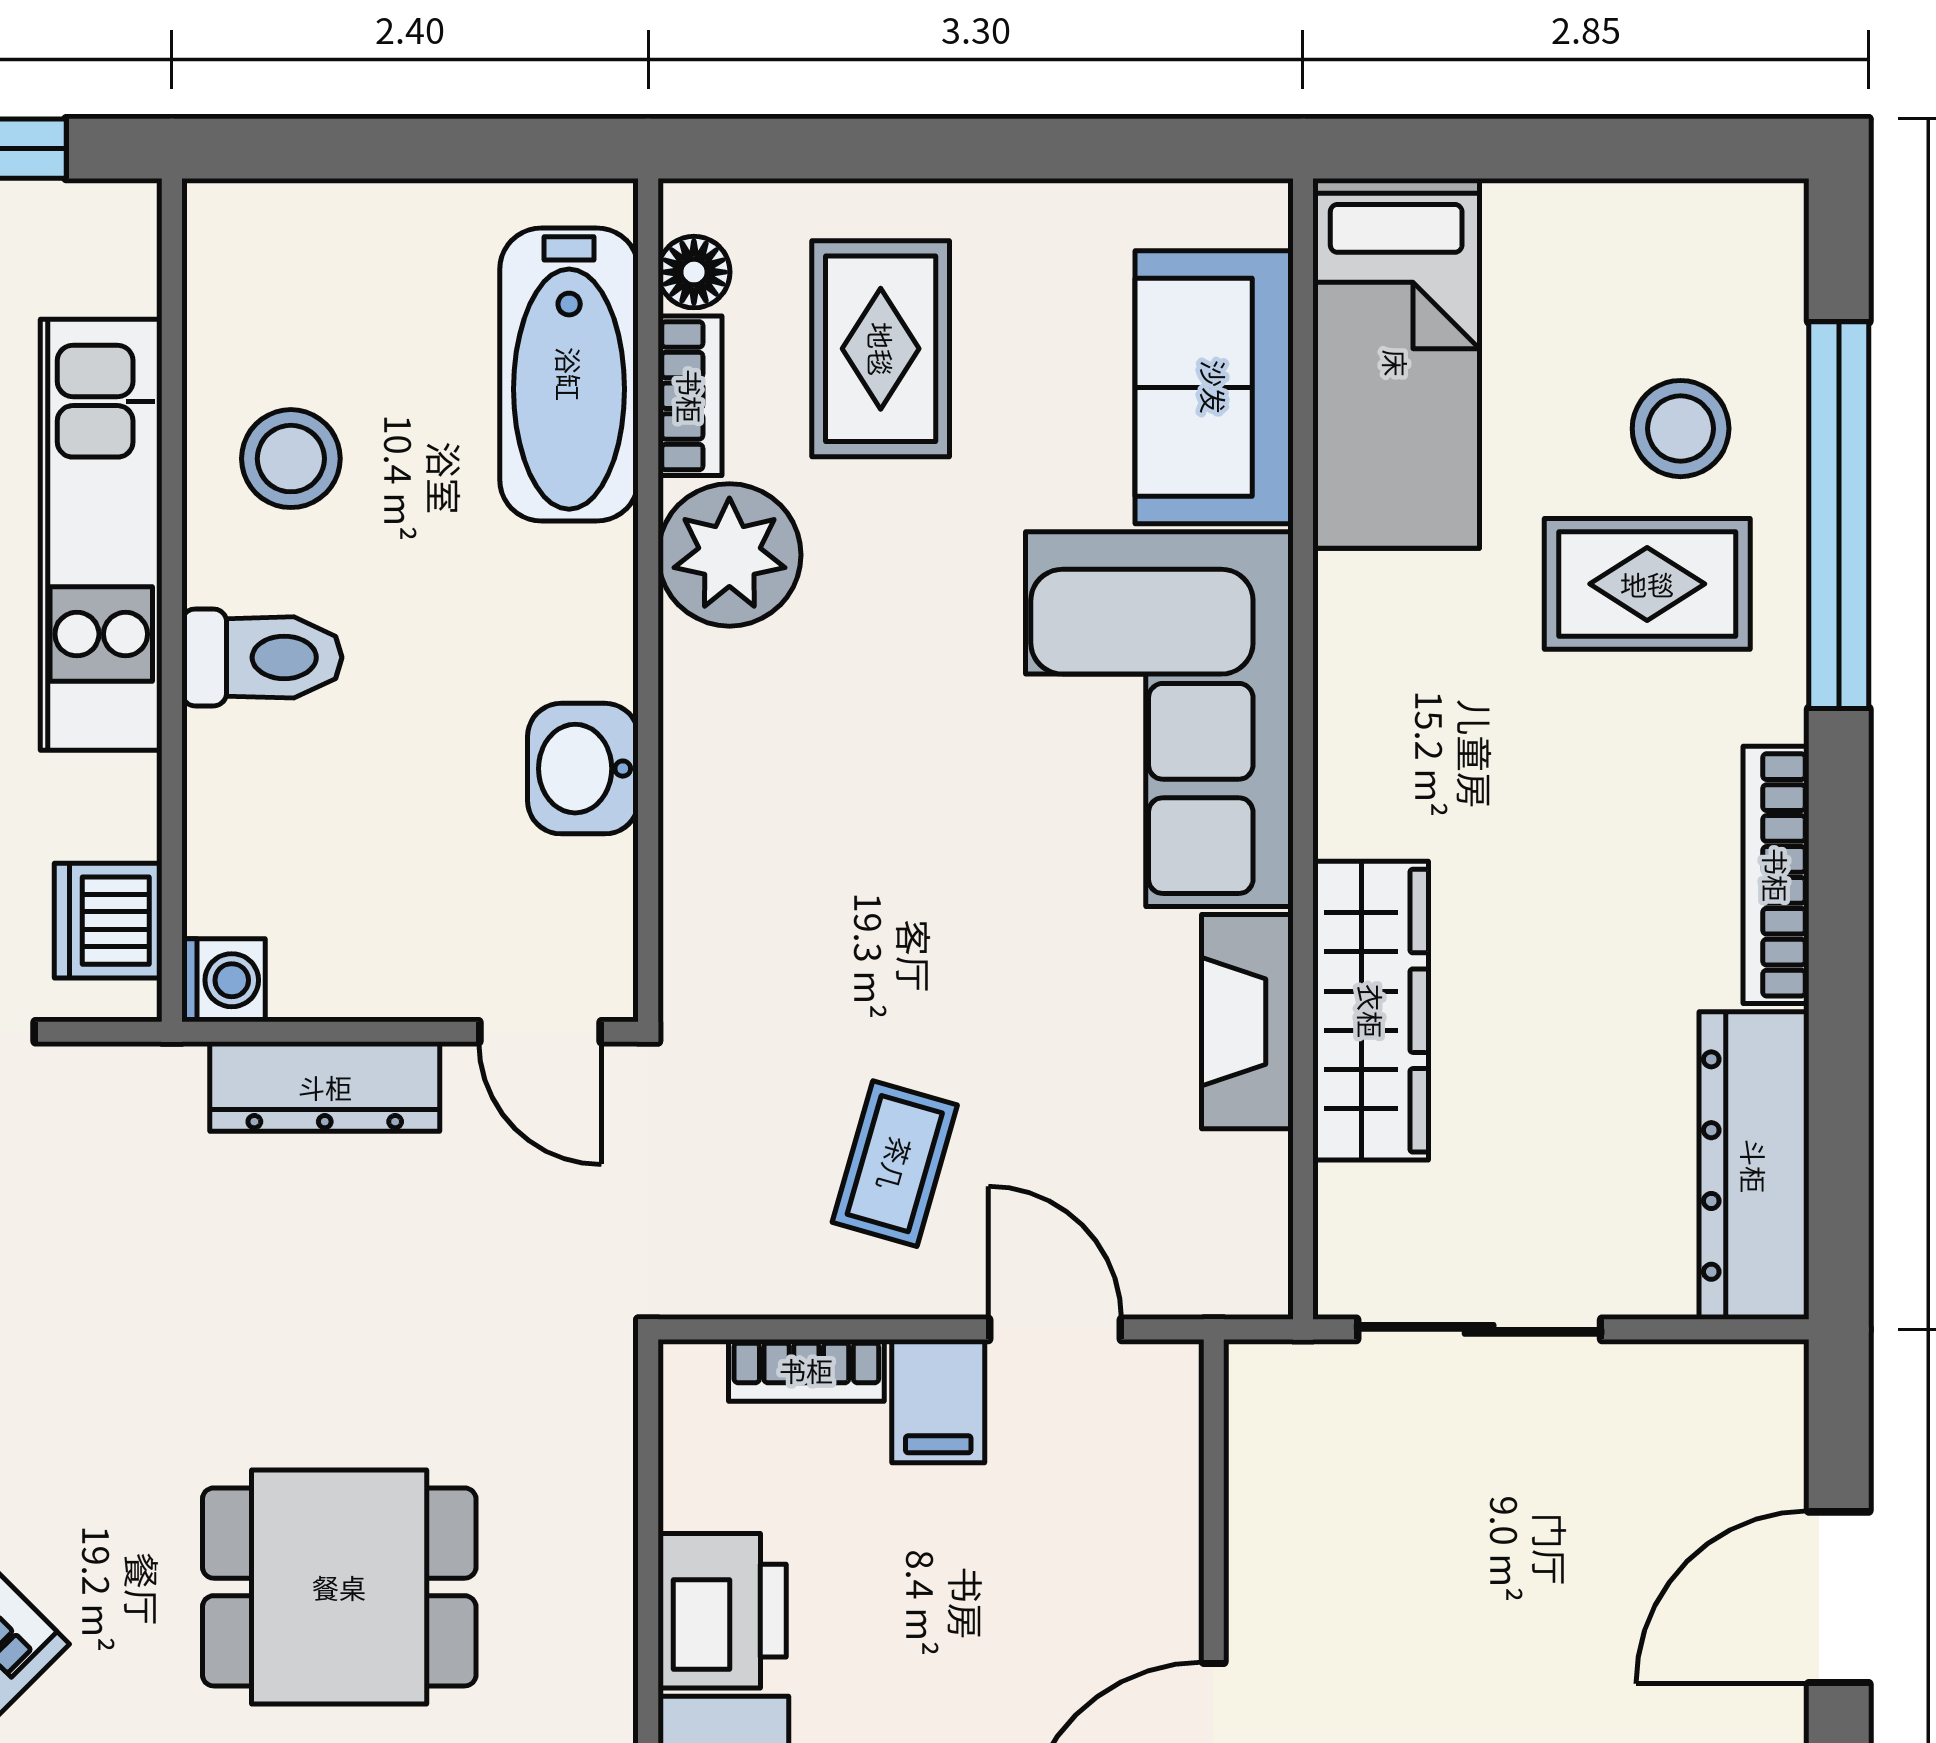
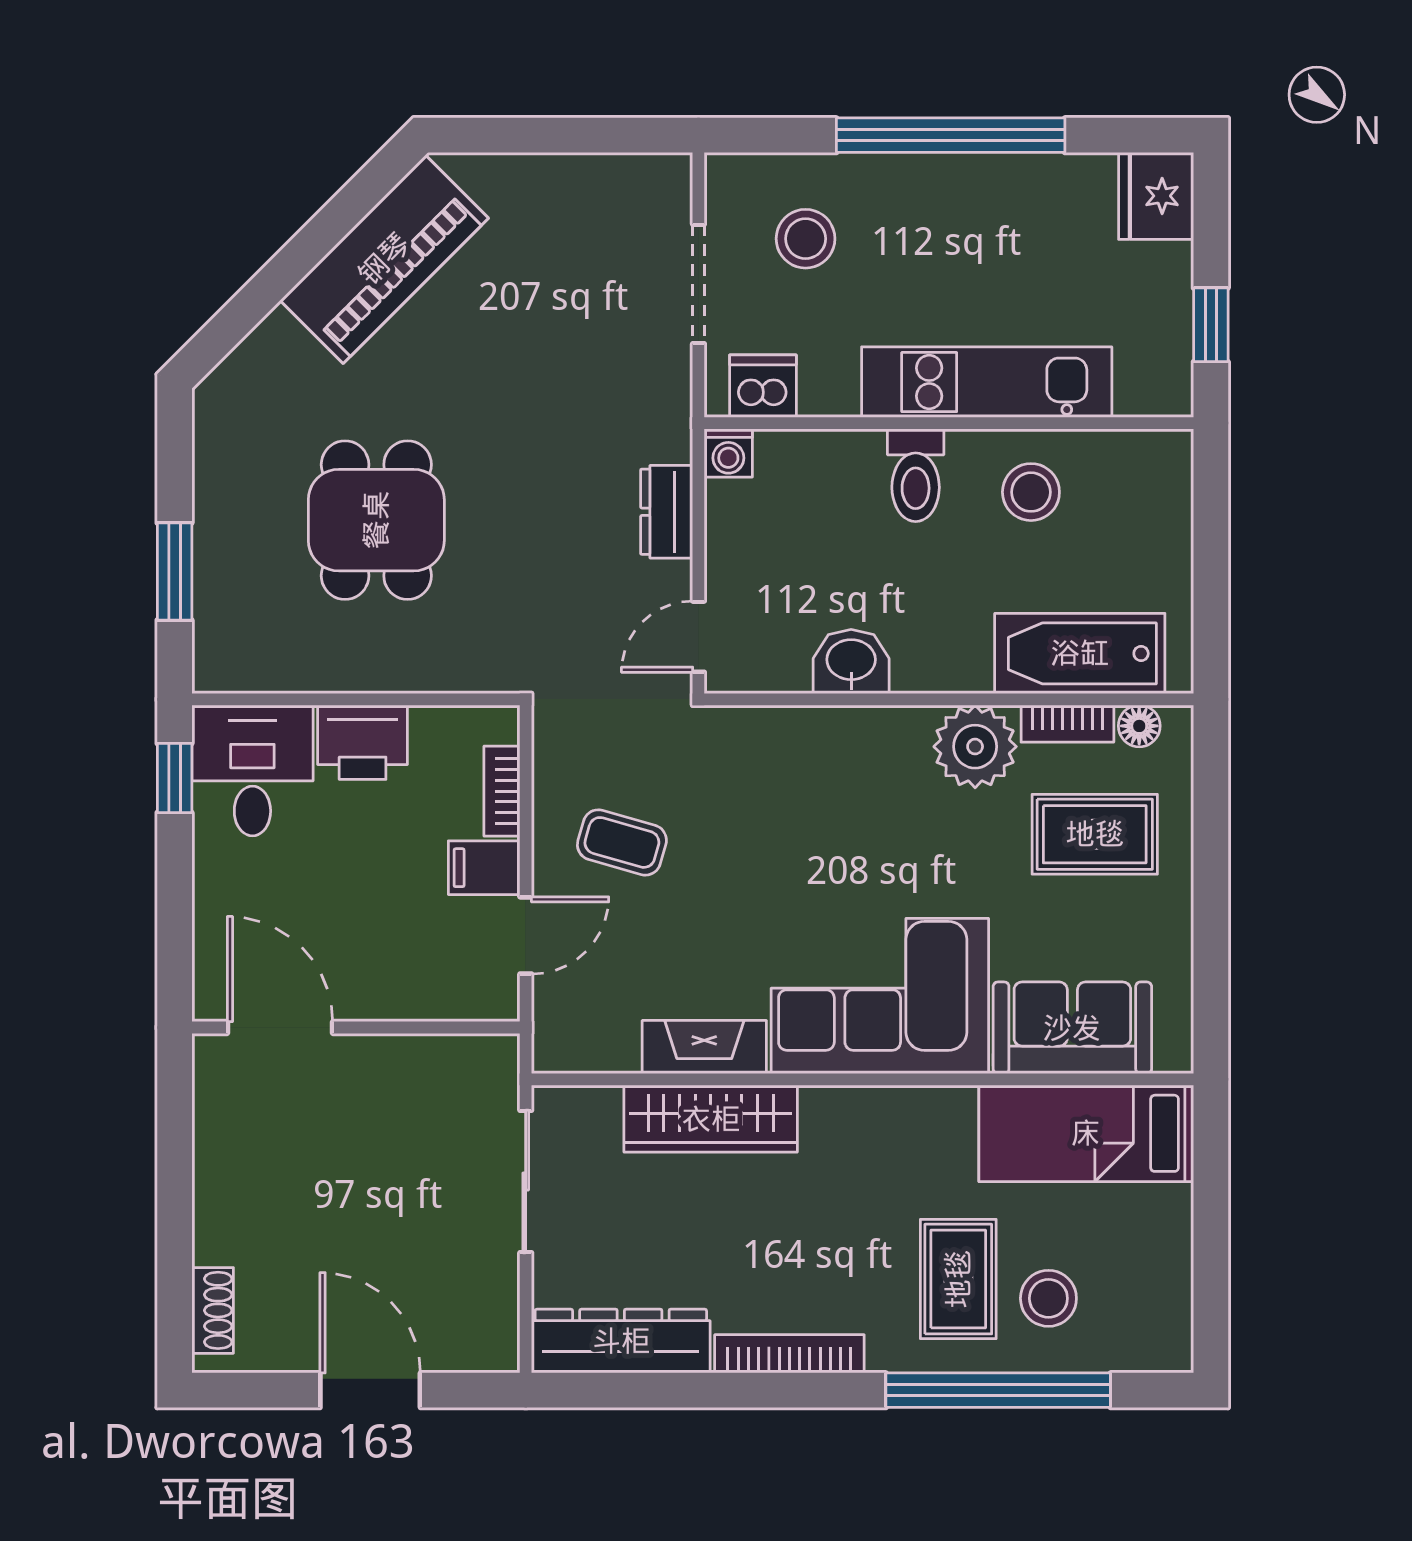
dresser: (325, 1087) -> (667, 512), width x0.70

